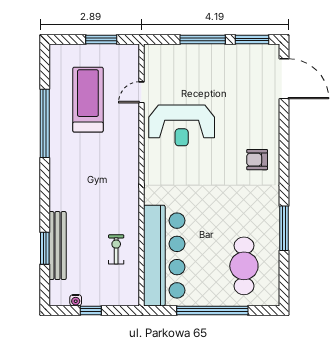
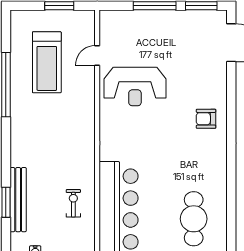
treadmill: (88, 100) -> (47, 62), turned 180
window: (284, 228) -> (231, 183), removed

